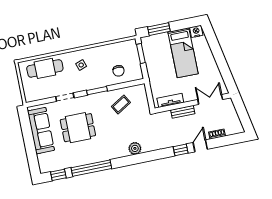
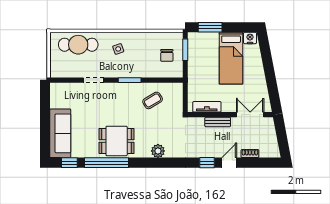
chair: (118, 71) -> (167, 55), moved
dining table: (78, 128) -> (117, 141), moved
sofa: (41, 131) -> (60, 133), moved

